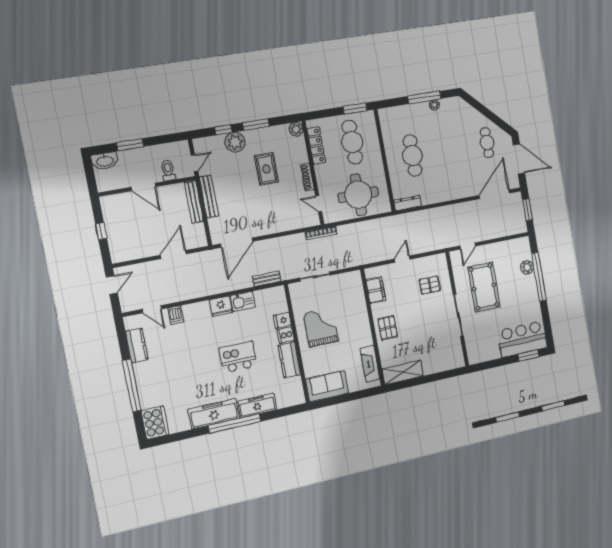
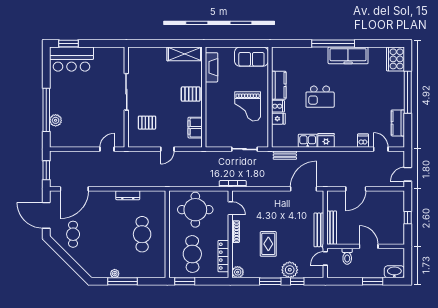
dresser: (408, 203) -> (128, 195), moved
pool table: (484, 287) -> (99, 111), removed
pallet: (388, 328) -> (191, 94), turned 90
freezer: (257, 406) -> (312, 54), removed

